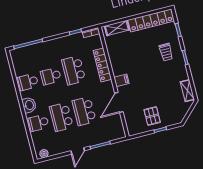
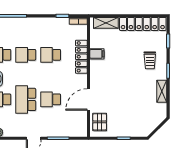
school desk: (74, 70) -> (51, 55), width x0.54
filing cabinet: (121, 80) -> (97, 54), moved
shelving: (187, 91) -> (162, 91), moved
school desk: (84, 111) -> (51, 99), width x0.54
pallet: (152, 116) -> (100, 122), moved

